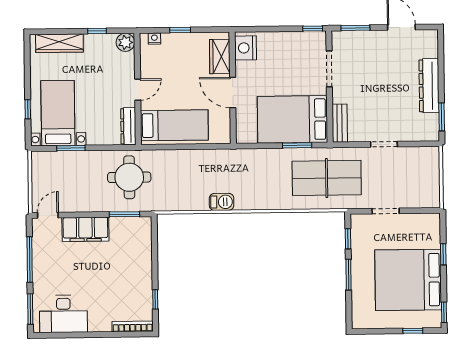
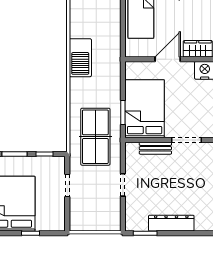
bench: (340, 123) -> (155, 148), moved
barbecue: (222, 202) -> (80, 58), width x1.88, depth x1.53

